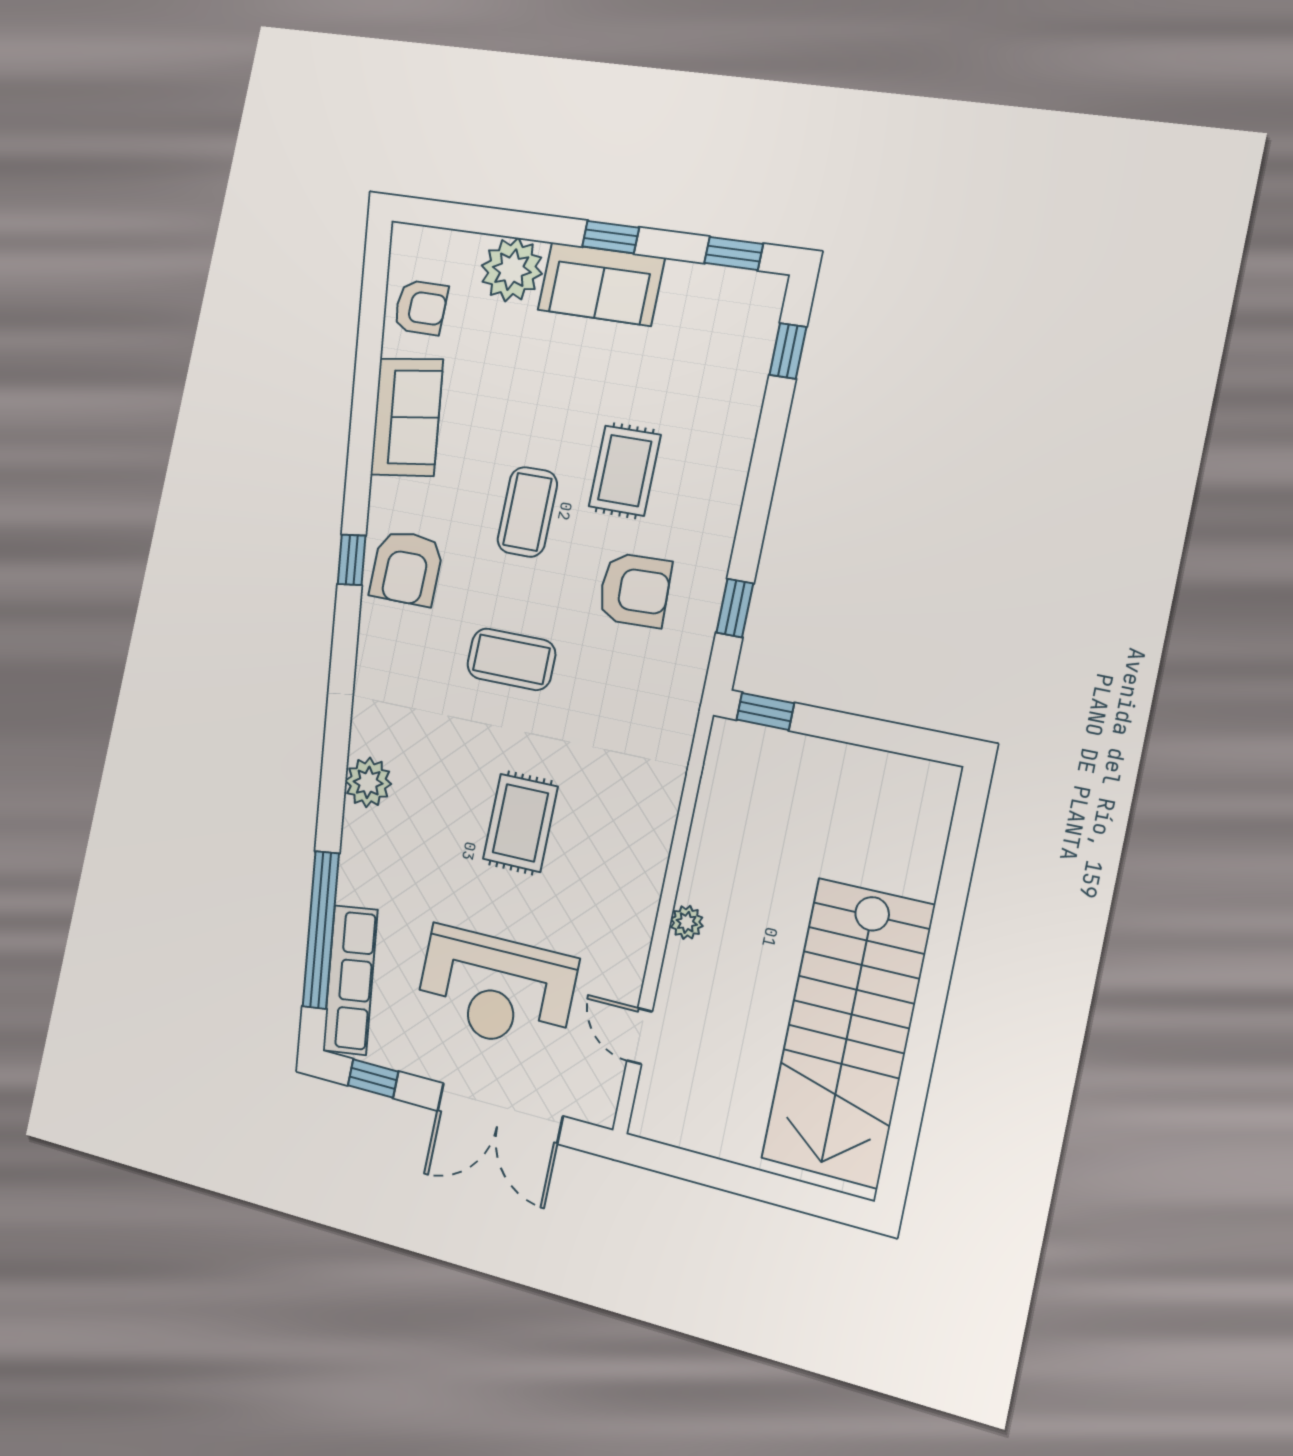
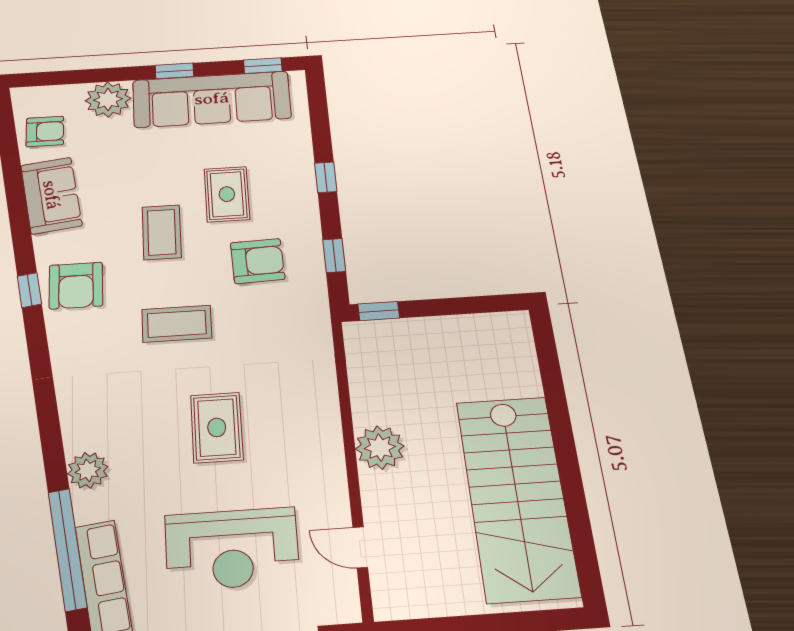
sofa: (601, 284) -> (212, 99), width x1.85, depth x1.27
window: (788, 351) -> (326, 177), moved
plant: (368, 782) -> (88, 470), moved
plant: (687, 922) -> (380, 448), width x1.87, depth x1.87

